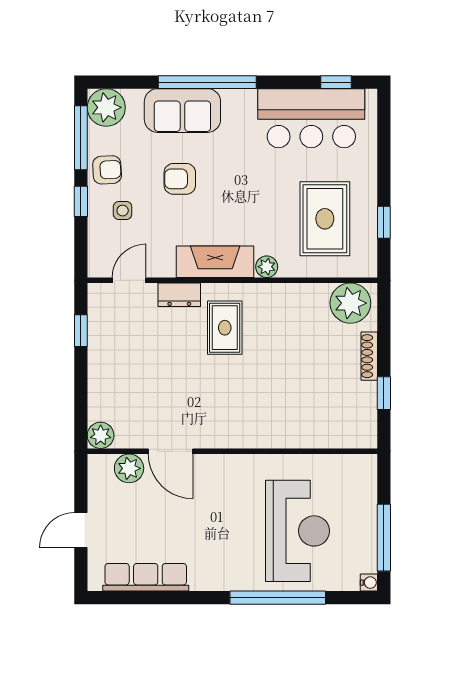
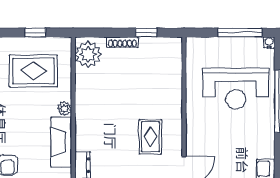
rug: (225, 328) -> (150, 137), moved, turned 90
reception desk: (297, 531) -> (236, 89), turned 180

